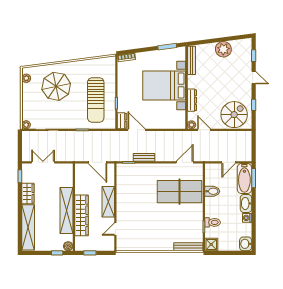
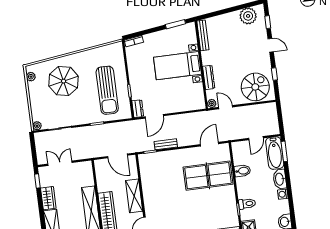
plant: (223, 49) -> (248, 16), moved
bed with nightstands: (164, 86) -> (177, 66), width x0.73
door: (137, 130) -> (154, 116), swing flipped

